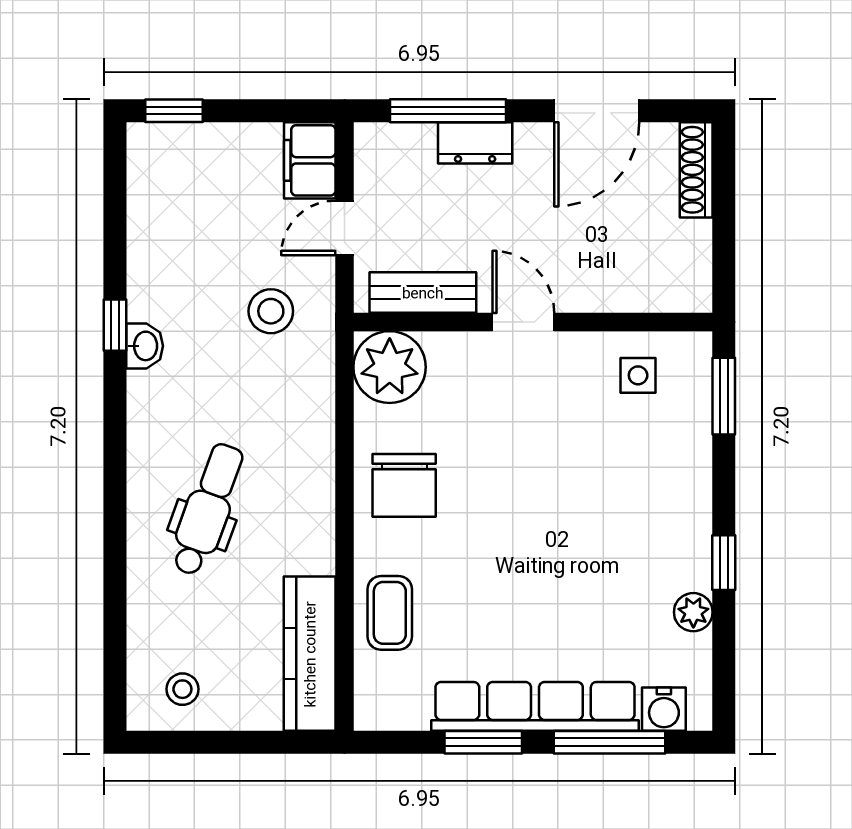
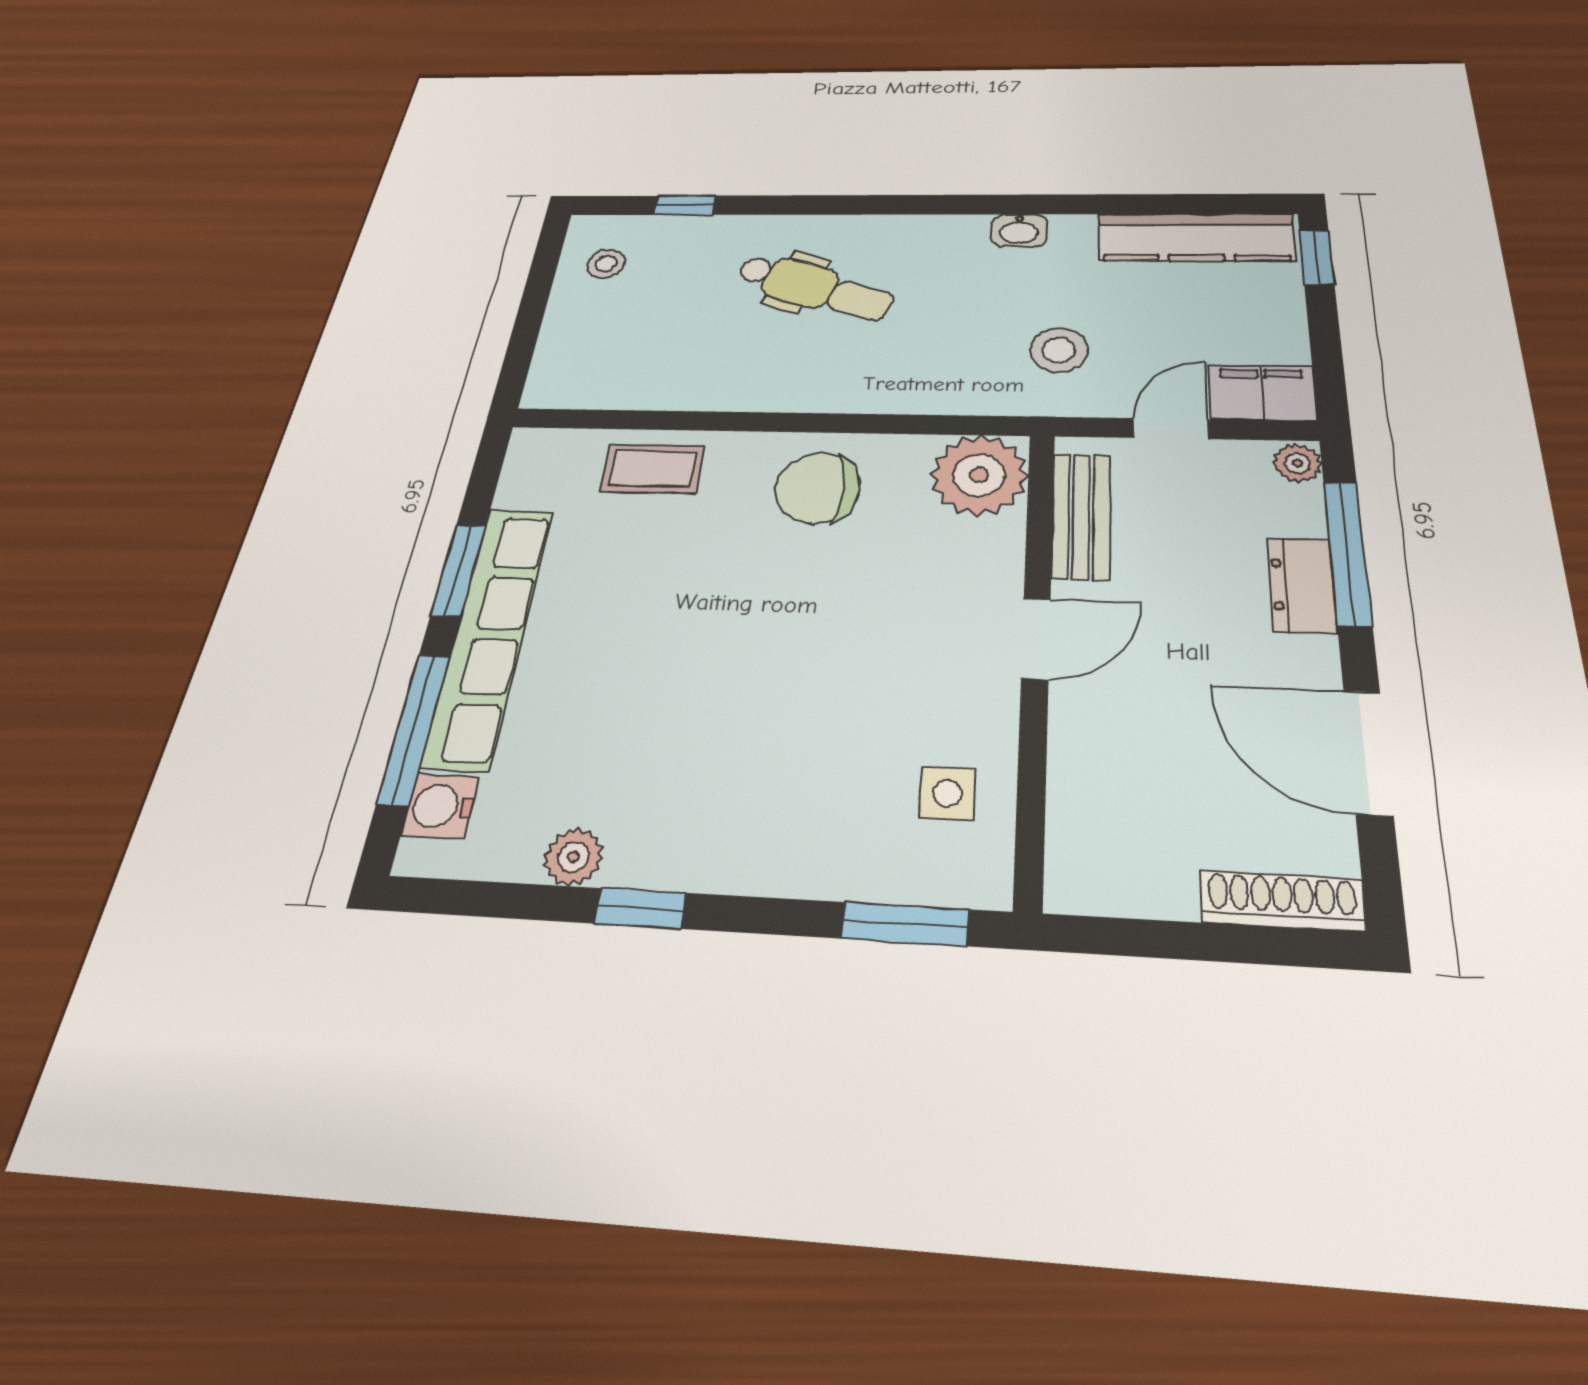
plant: (373, 139) -> (1297, 463), added
door: (344, 228) -> (1171, 429), hinge flipped
window: (115, 325) -> (685, 205), moved
kitchen counter: (310, 654) -> (1196, 237), moved, turned 180

